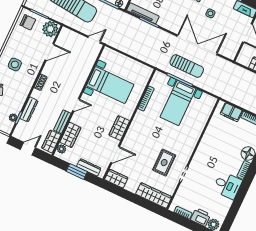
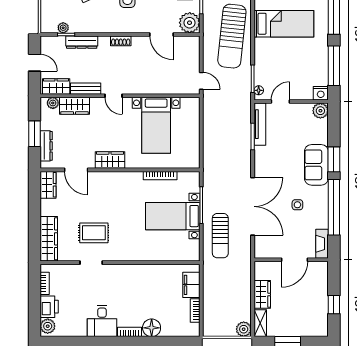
sun lounger: (187, 66) -> (220, 236), moved

